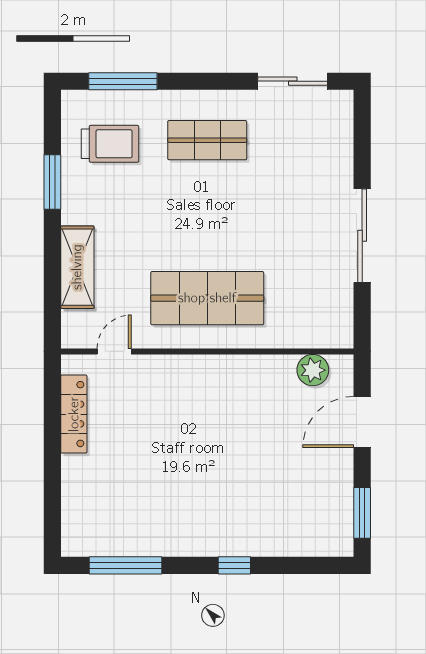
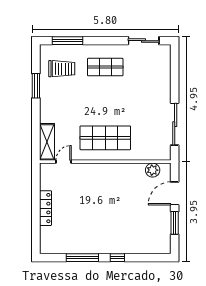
sliding door: (362, 236) -> (175, 124), moved
shelving: (77, 267) -> (47, 142), moved
locker: (74, 414) -> (45, 208), moved
window: (362, 513) -> (175, 223), moved
window: (125, 565) -> (82, 258), moved

